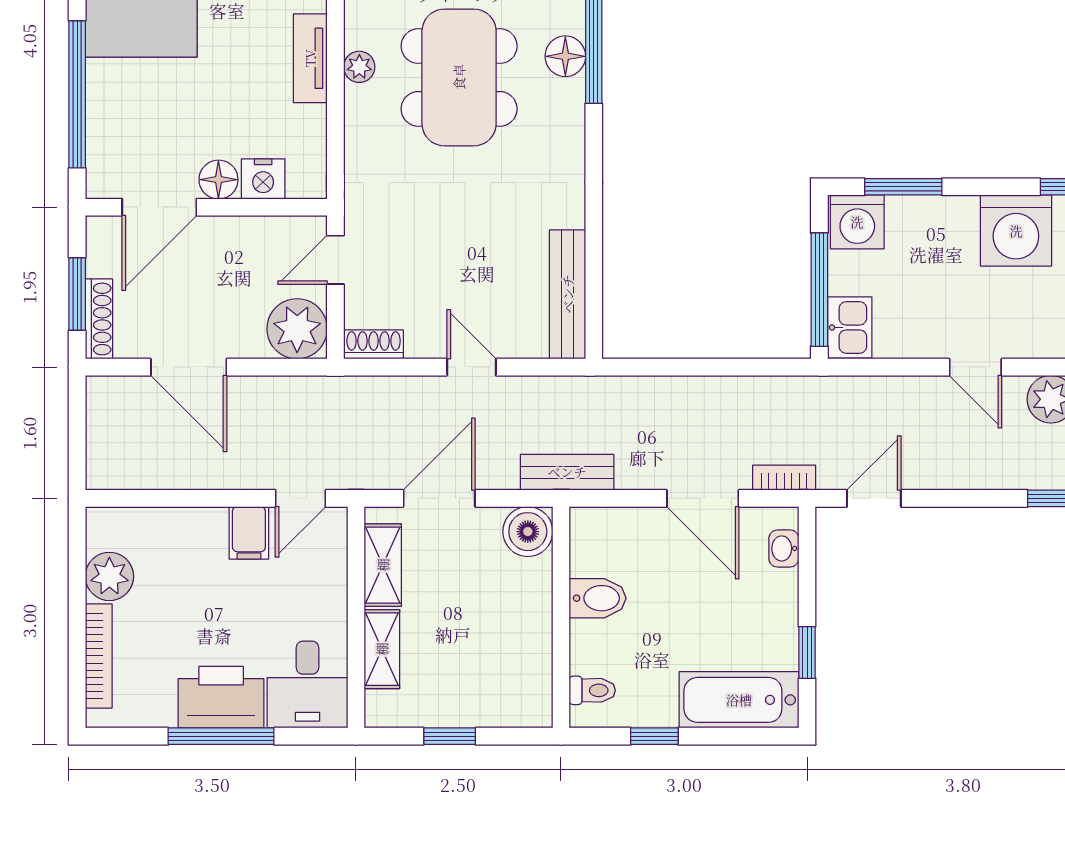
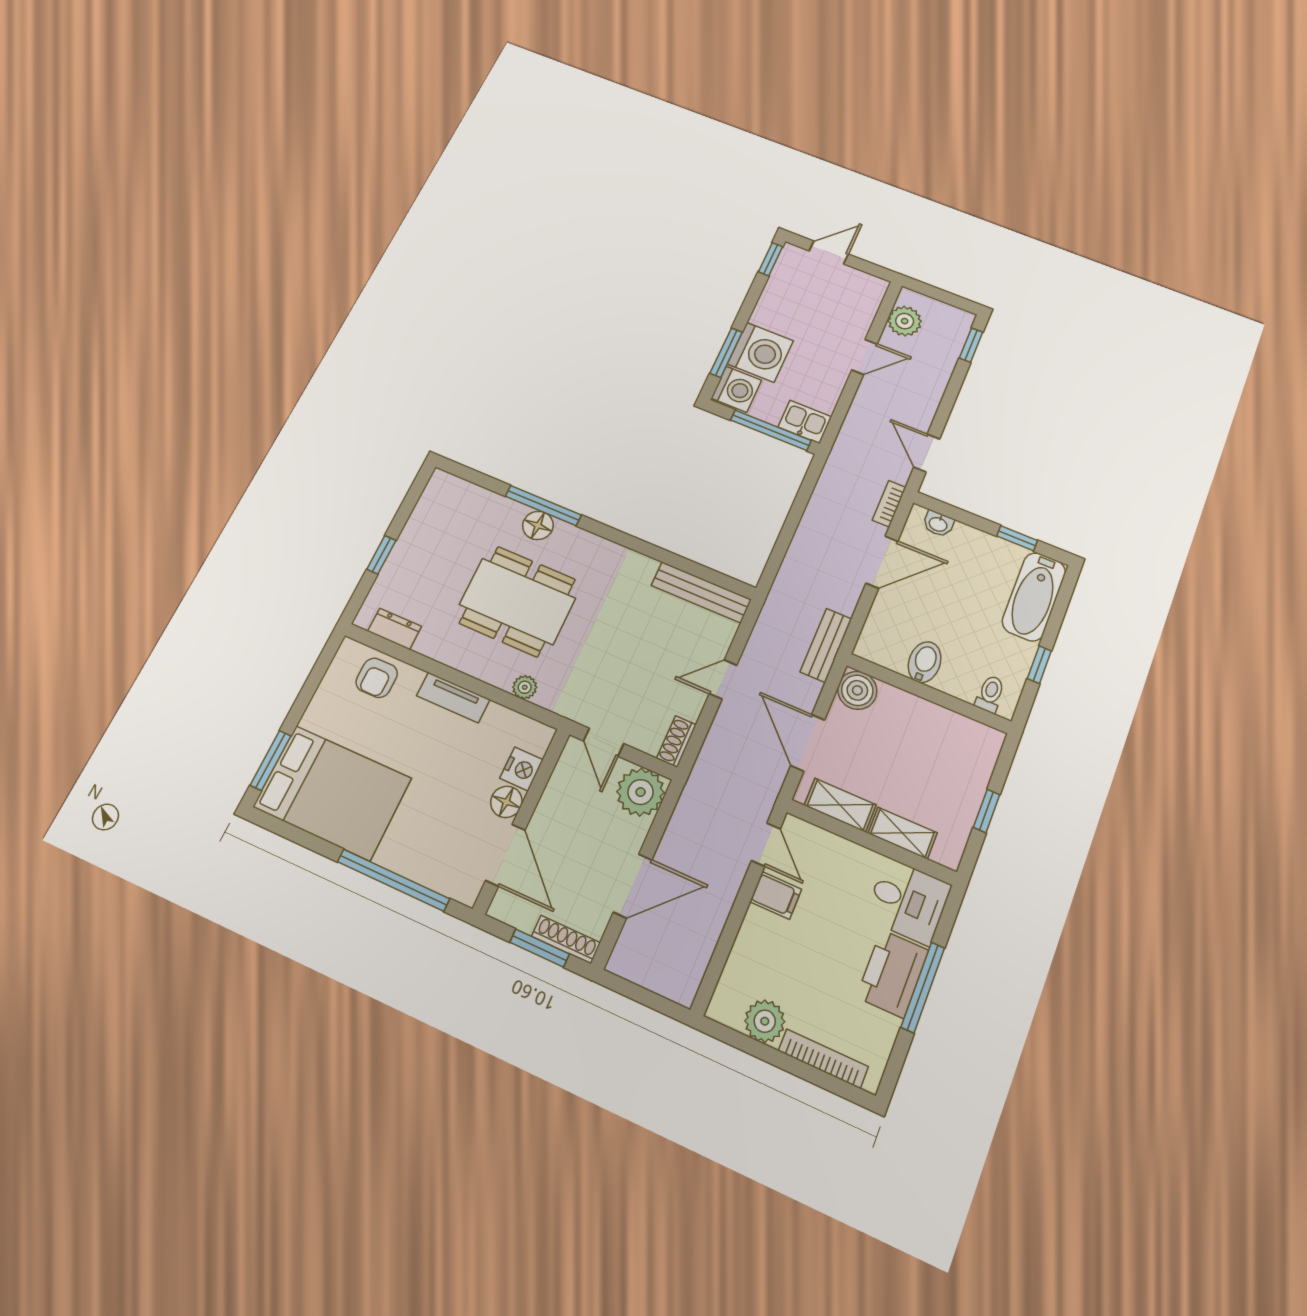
plant: (359, 67) -> (525, 687), moved
washing machine: (1016, 231) -> (760, 352), moved

